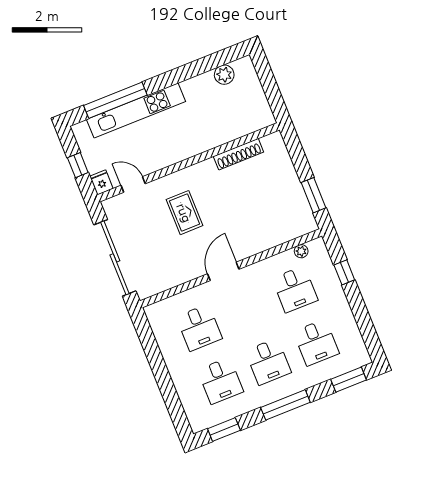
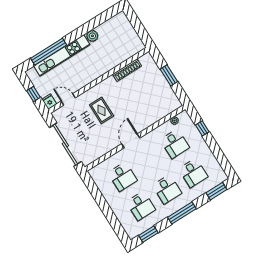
plant: (224, 75) -> (92, 36), moved
window: (313, 195) -> (169, 75), moved

